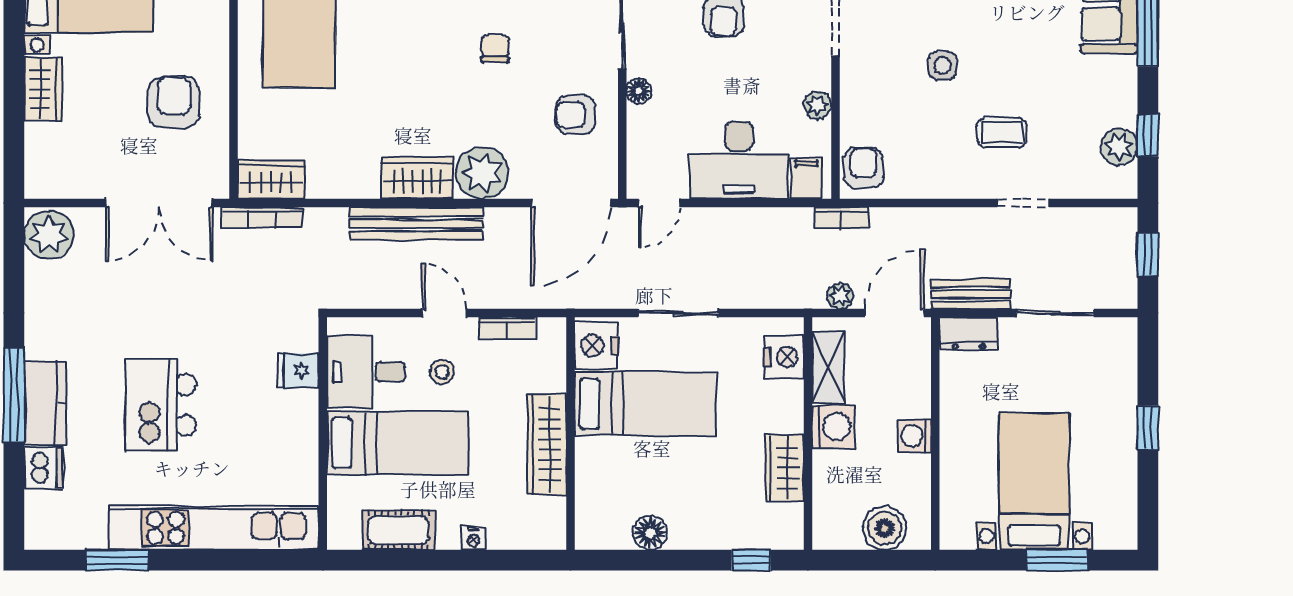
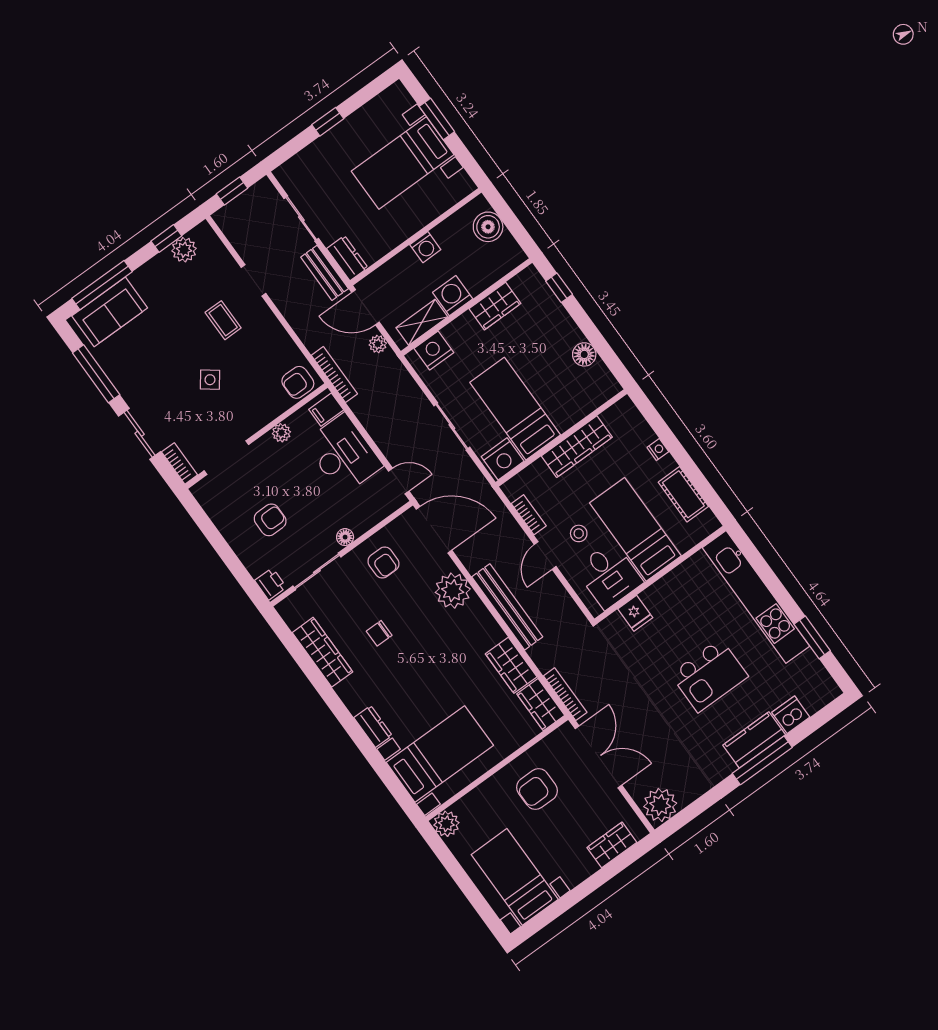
side table: (942, 66) -> (210, 380), turned 37
wardrobe: (43, 89) -> (612, 845), moved
wardrobe: (418, 178) -> (511, 665), moved
bookcase: (841, 218) -> (334, 375), width x1.56

